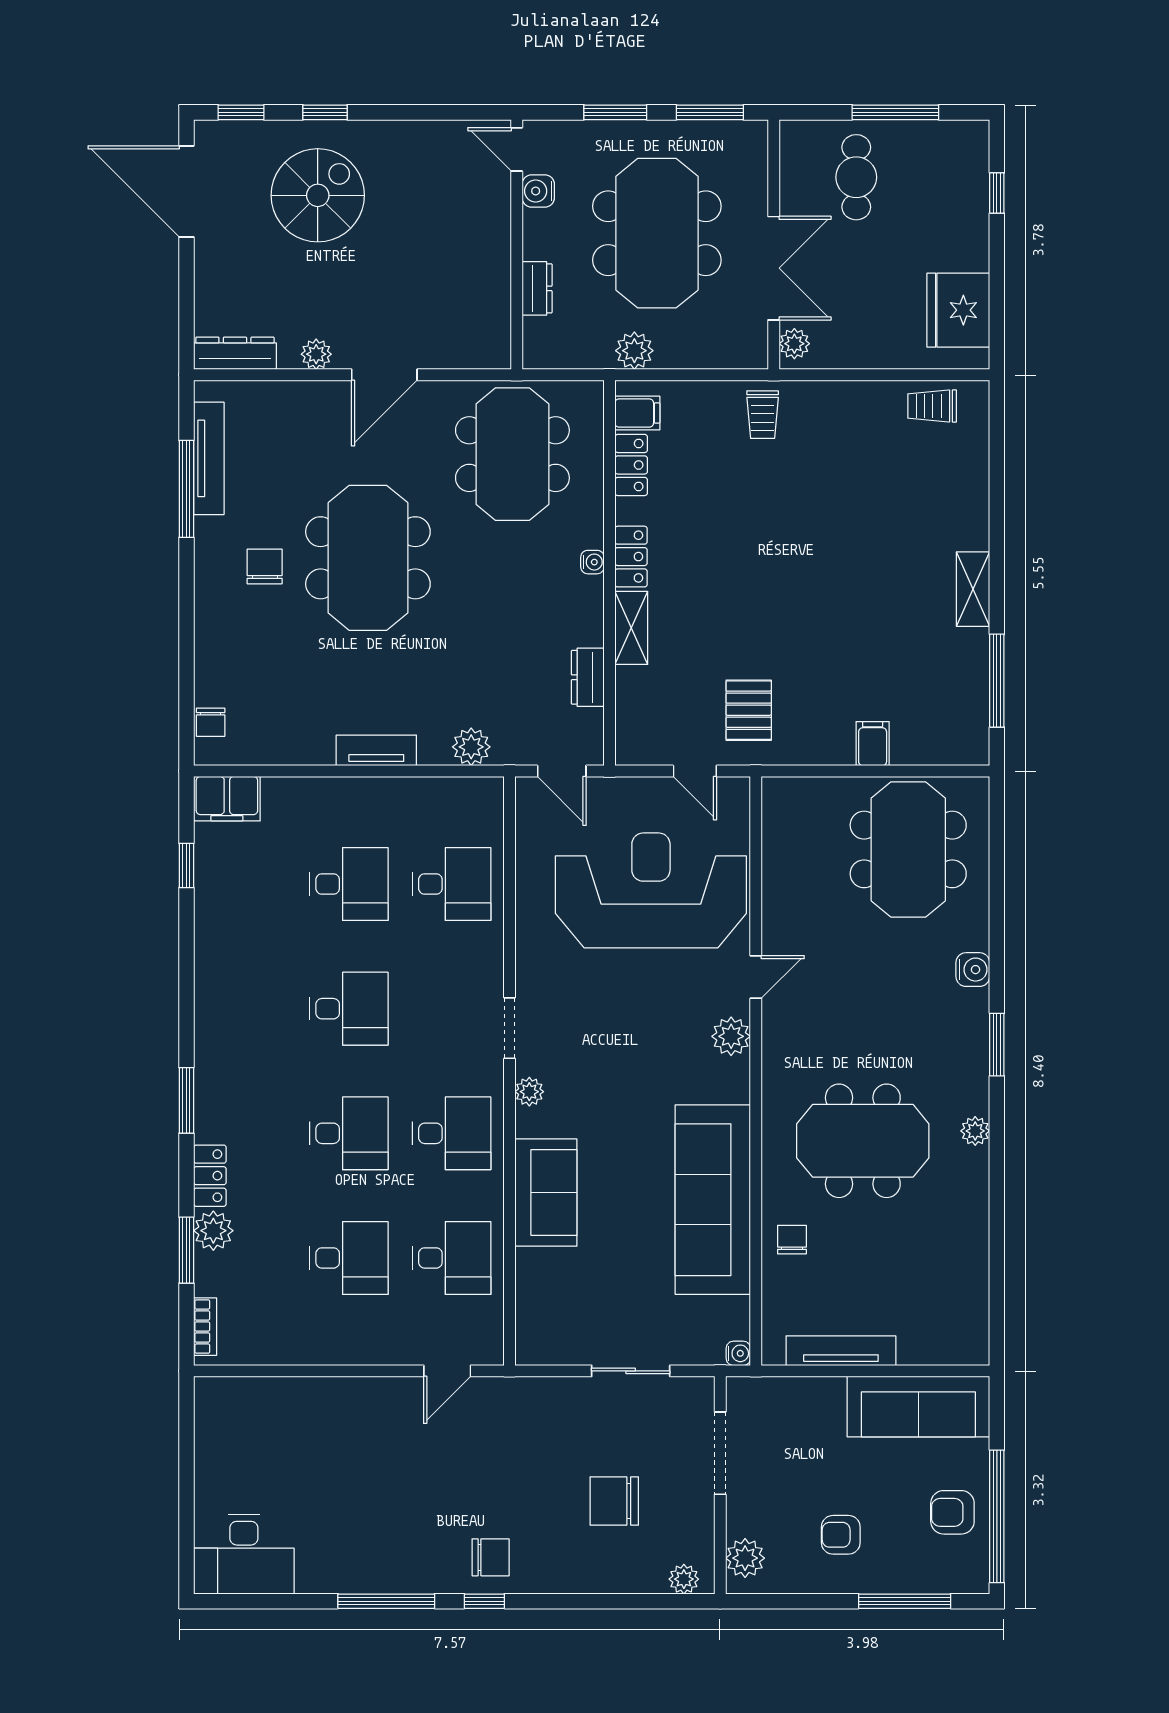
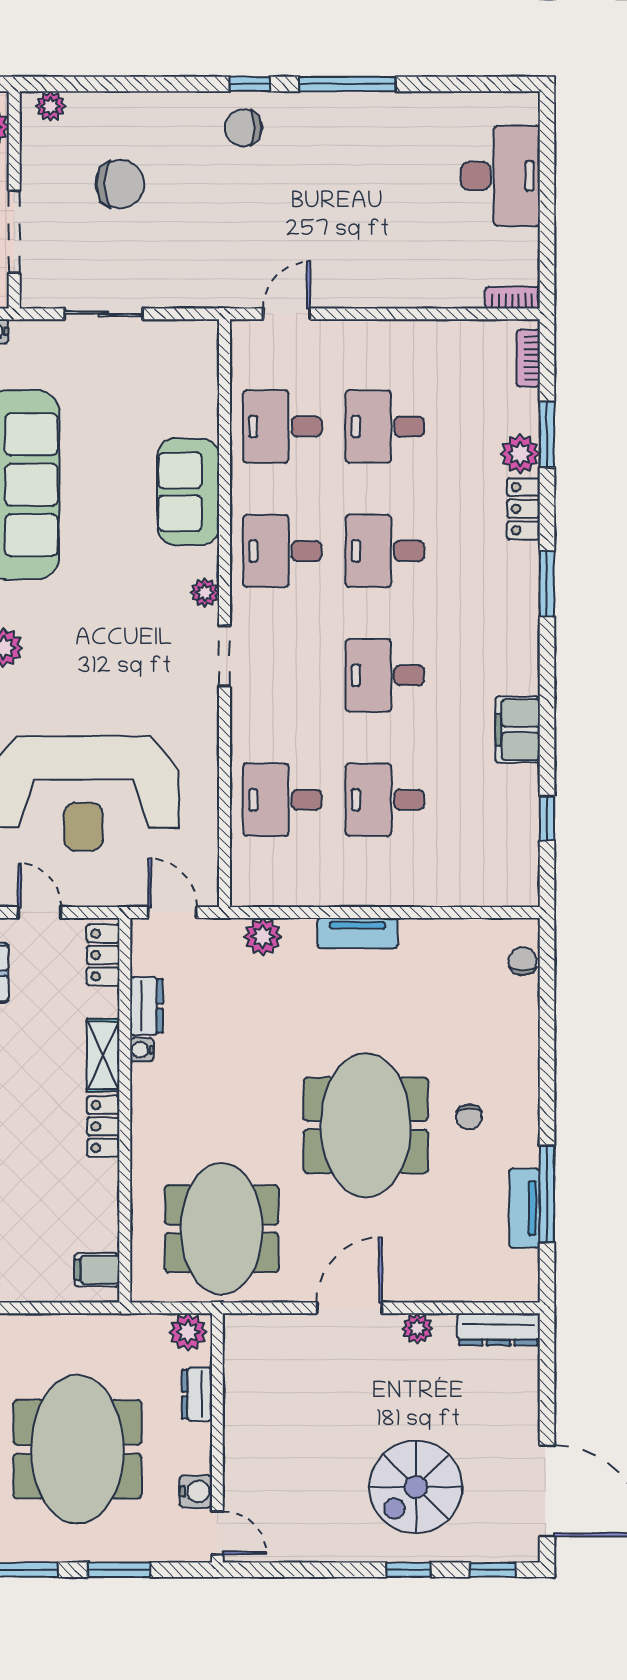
plant: (634, 351) -> (188, 1332), moved
tv unit: (209, 458) -> (525, 1208), width x0.71
locker: (631, 465) -> (103, 955), moved
water cooler: (592, 562) -> (142, 1050), moved
chair: (265, 566) -> (469, 1117), width x0.73, depth x0.73
filing cabinet: (227, 799) -> (518, 730), moved, turned -90
bookcase: (221, 1387) -> (512, 298), added
desk: (244, 1554) -> (500, 176), moved, turned 90

